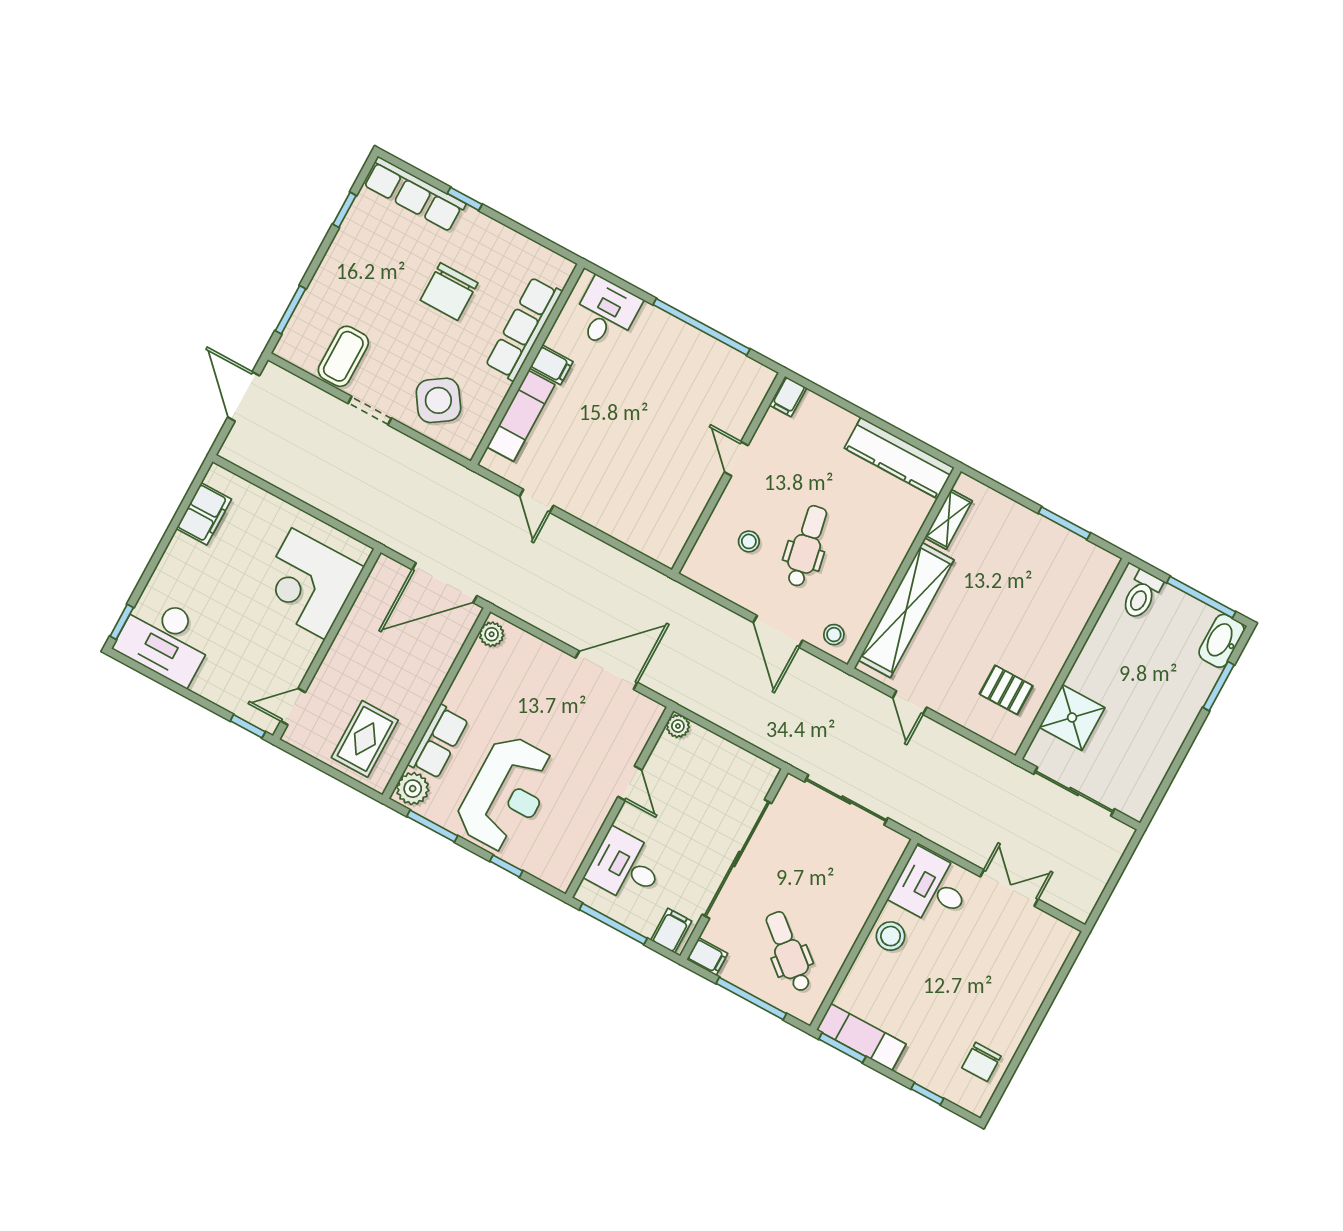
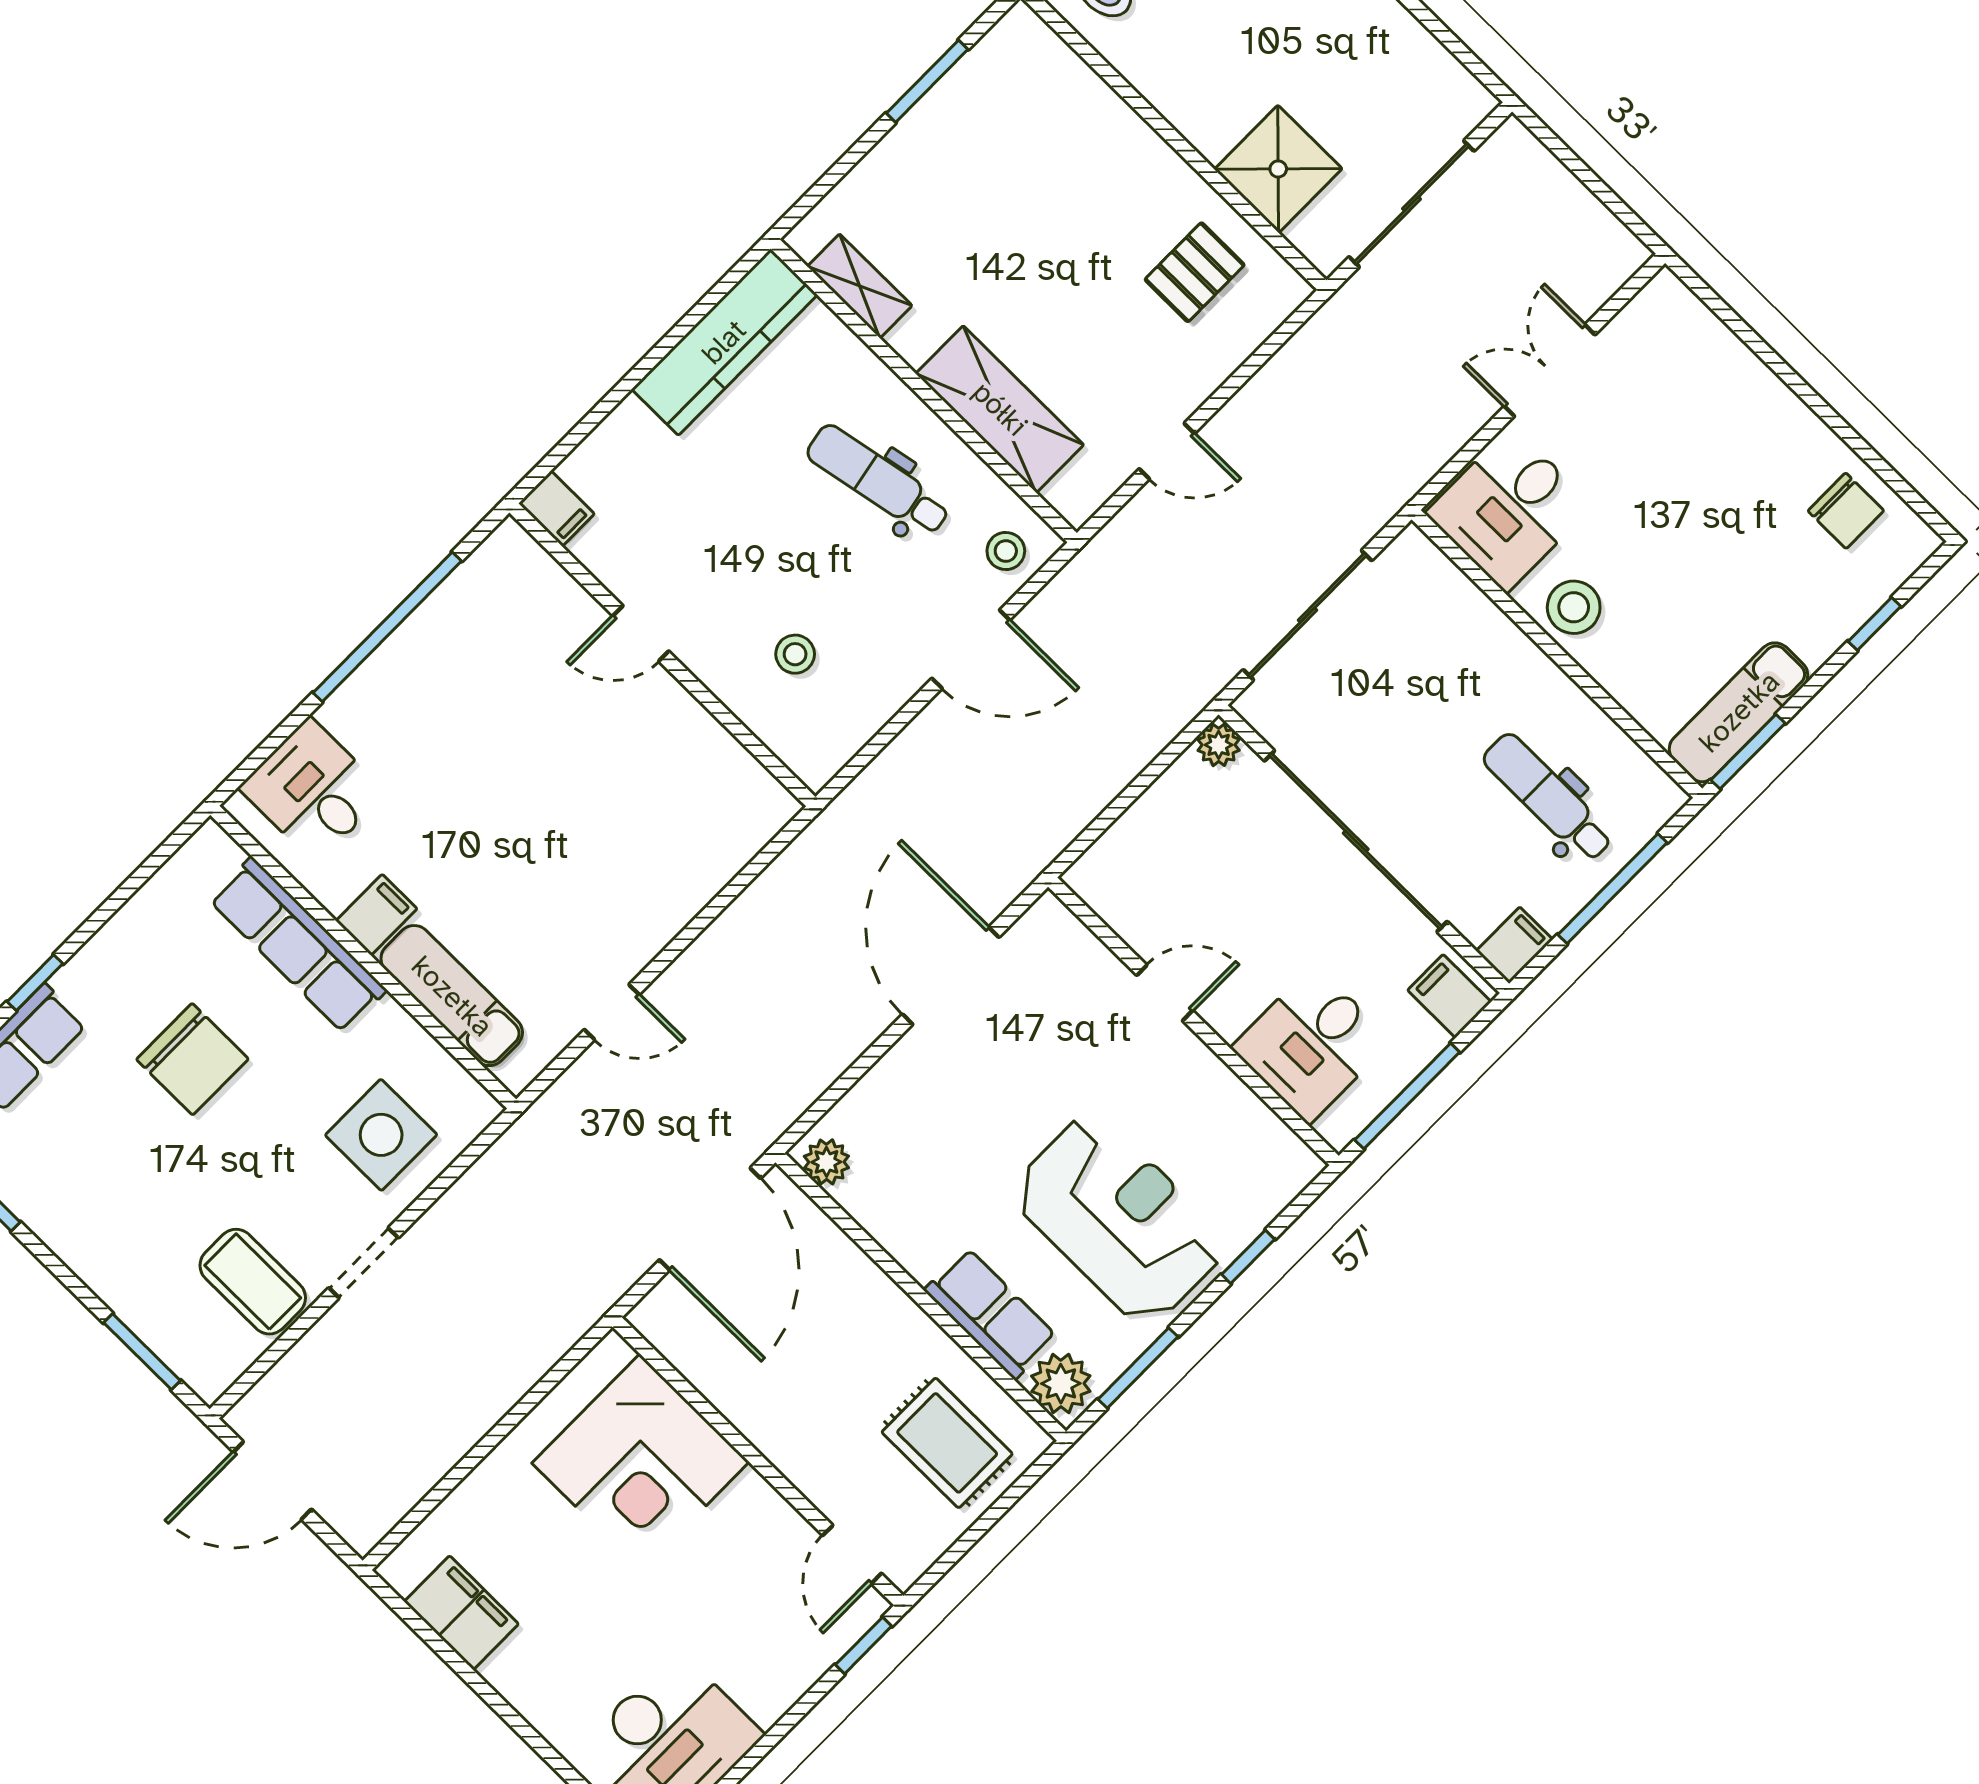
side table: (438, 400) -> (381, 1135), turned 34
dental chair: (807, 546) -> (878, 480), moved
shelving: (906, 610) -> (1000, 409), width x0.68
plant: (678, 726) -> (1219, 745), moved
dental chair: (788, 952) -> (1548, 798), turned 50

